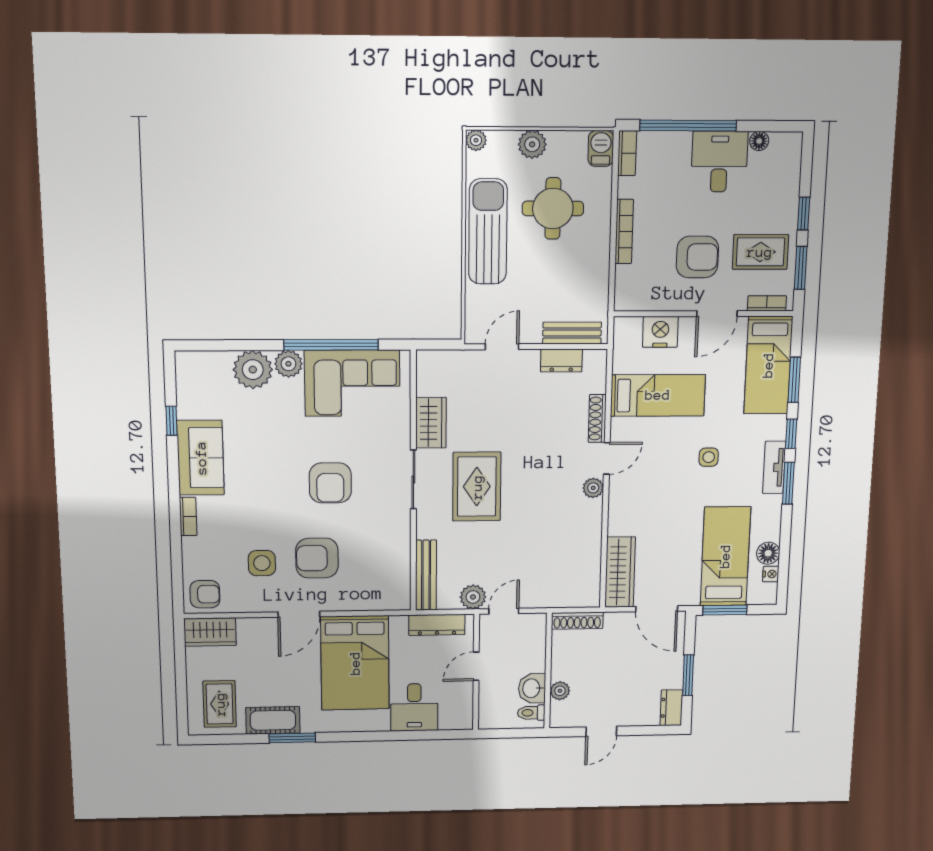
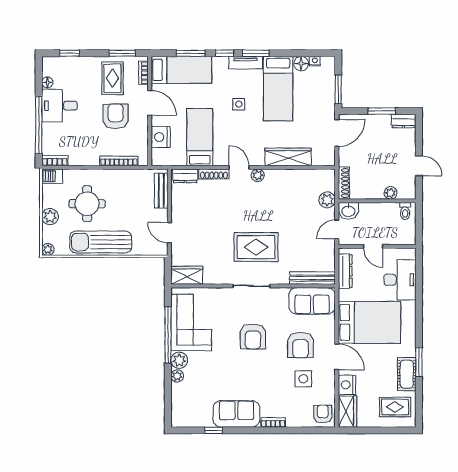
window: (804, 214) -> (69, 53), moved
bookcase: (624, 231) -> (119, 161), moved
dresser: (561, 361) -> (185, 176), moved, turned 90
plant: (253, 370) -> (177, 376), width x0.53, depth x0.53
wardrobe: (431, 423) -> (187, 275), moved
armchair: (330, 483) -> (253, 336), turned 90
bed: (725, 556) -> (278, 89), moved, turned -90
wardrobe: (620, 572) -> (288, 157), moved
sofa: (389, 575) -> (312, 301), added
plant: (473, 597) -> (327, 200), moved
door: (504, 611) -> (337, 229), hinge flipped
nightstand: (254, 631) -> (347, 385), added
washbasin: (532, 688) -> (348, 211), moved
desk: (414, 707) -> (400, 280), width x1.37

